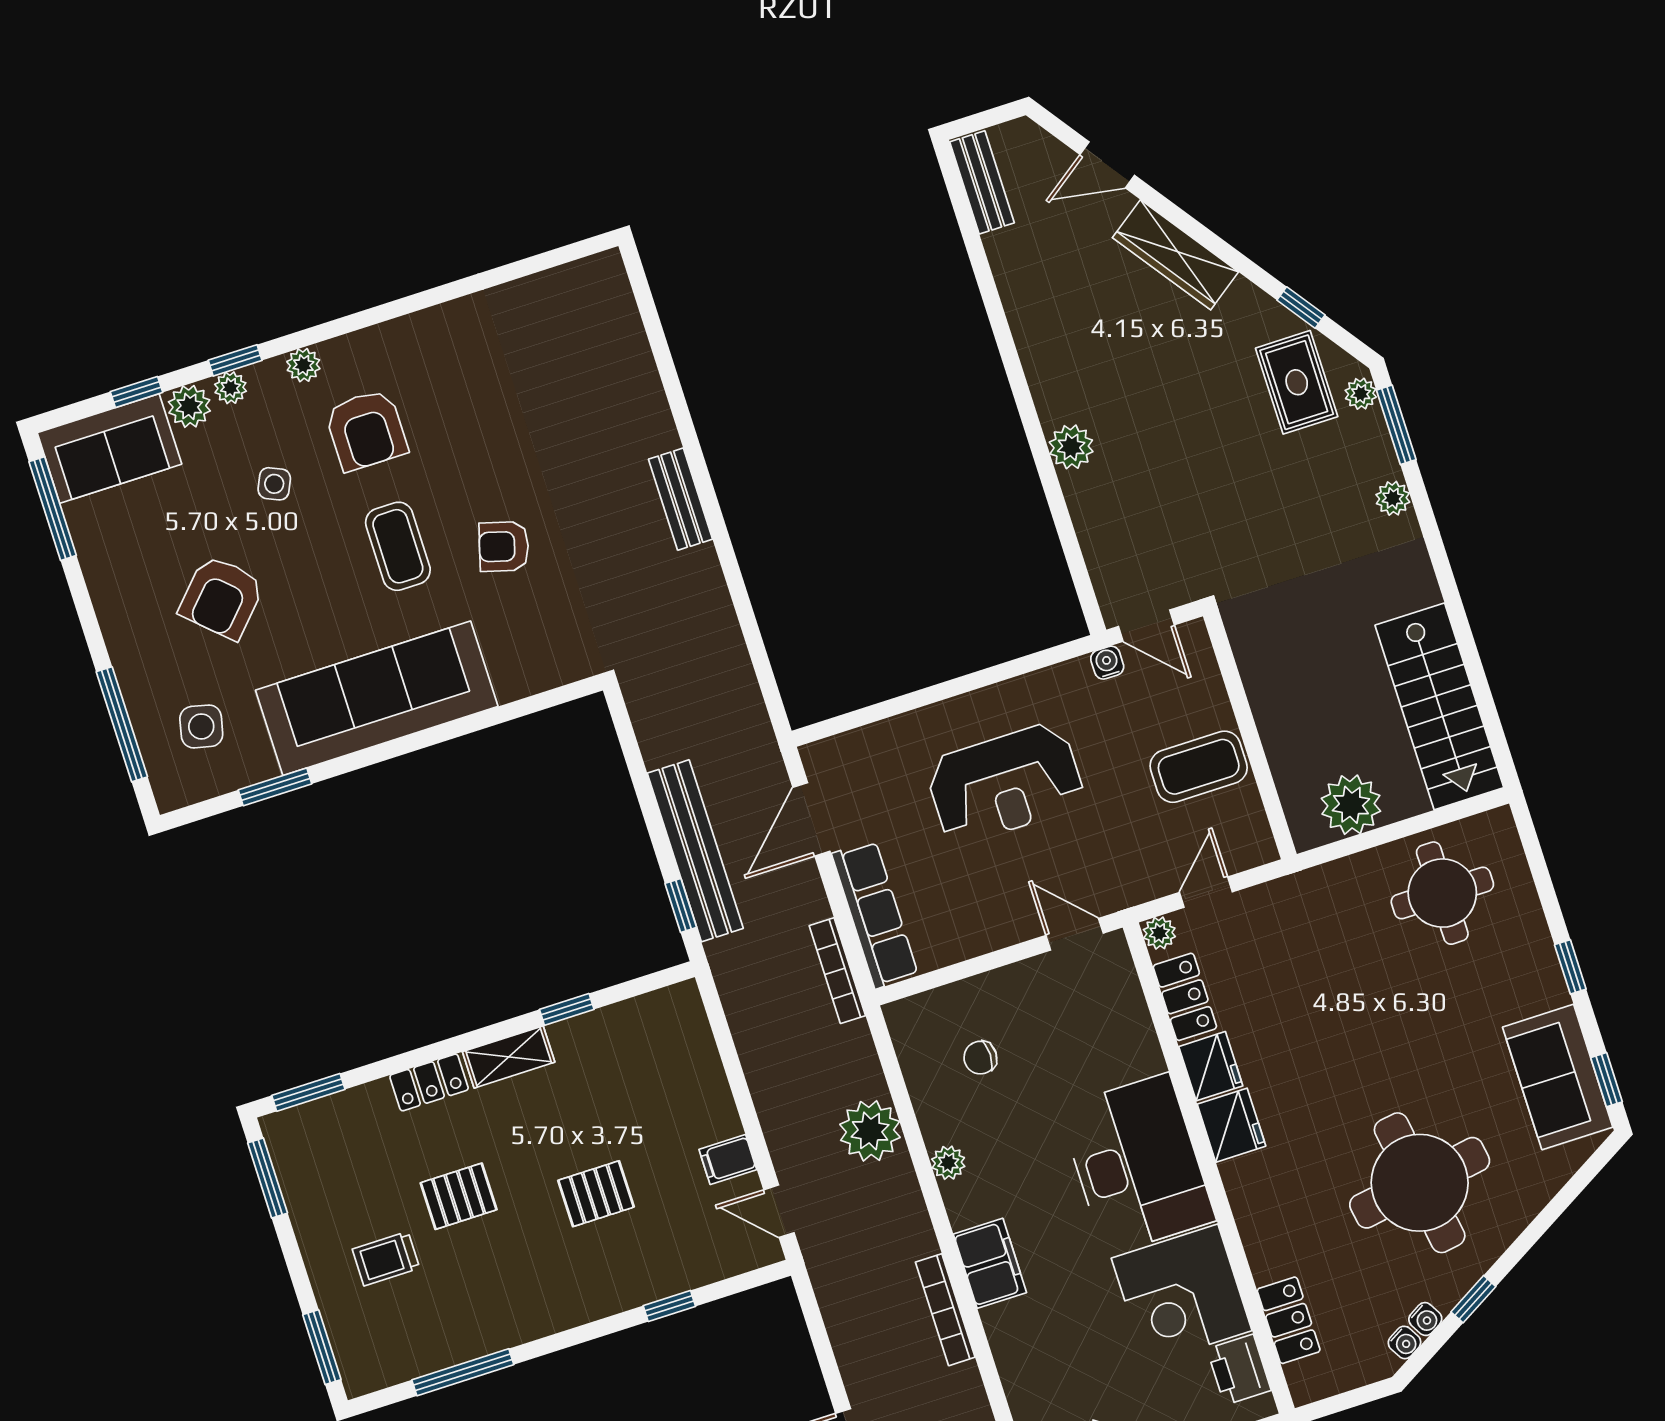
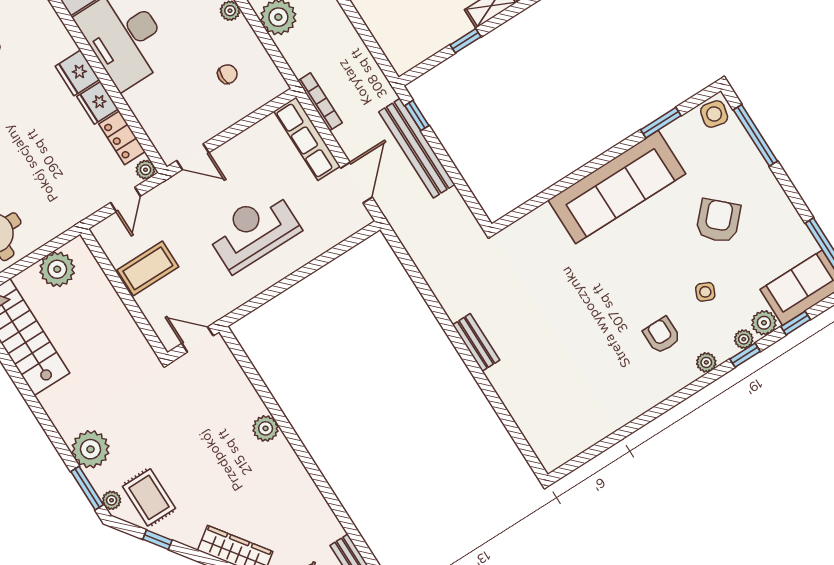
armchair: (366, 430) -> (662, 335), width x0.72, depth x0.72
plant: (1393, 498) -> (90, 449), width x1.87, depth x1.87
coffee table: (398, 546) -> (627, 275), removed
armchair: (504, 547) -> (568, 290), removed
water cooler: (1107, 663) -> (214, 313), removed
side table: (201, 726) -> (714, 114), moved

